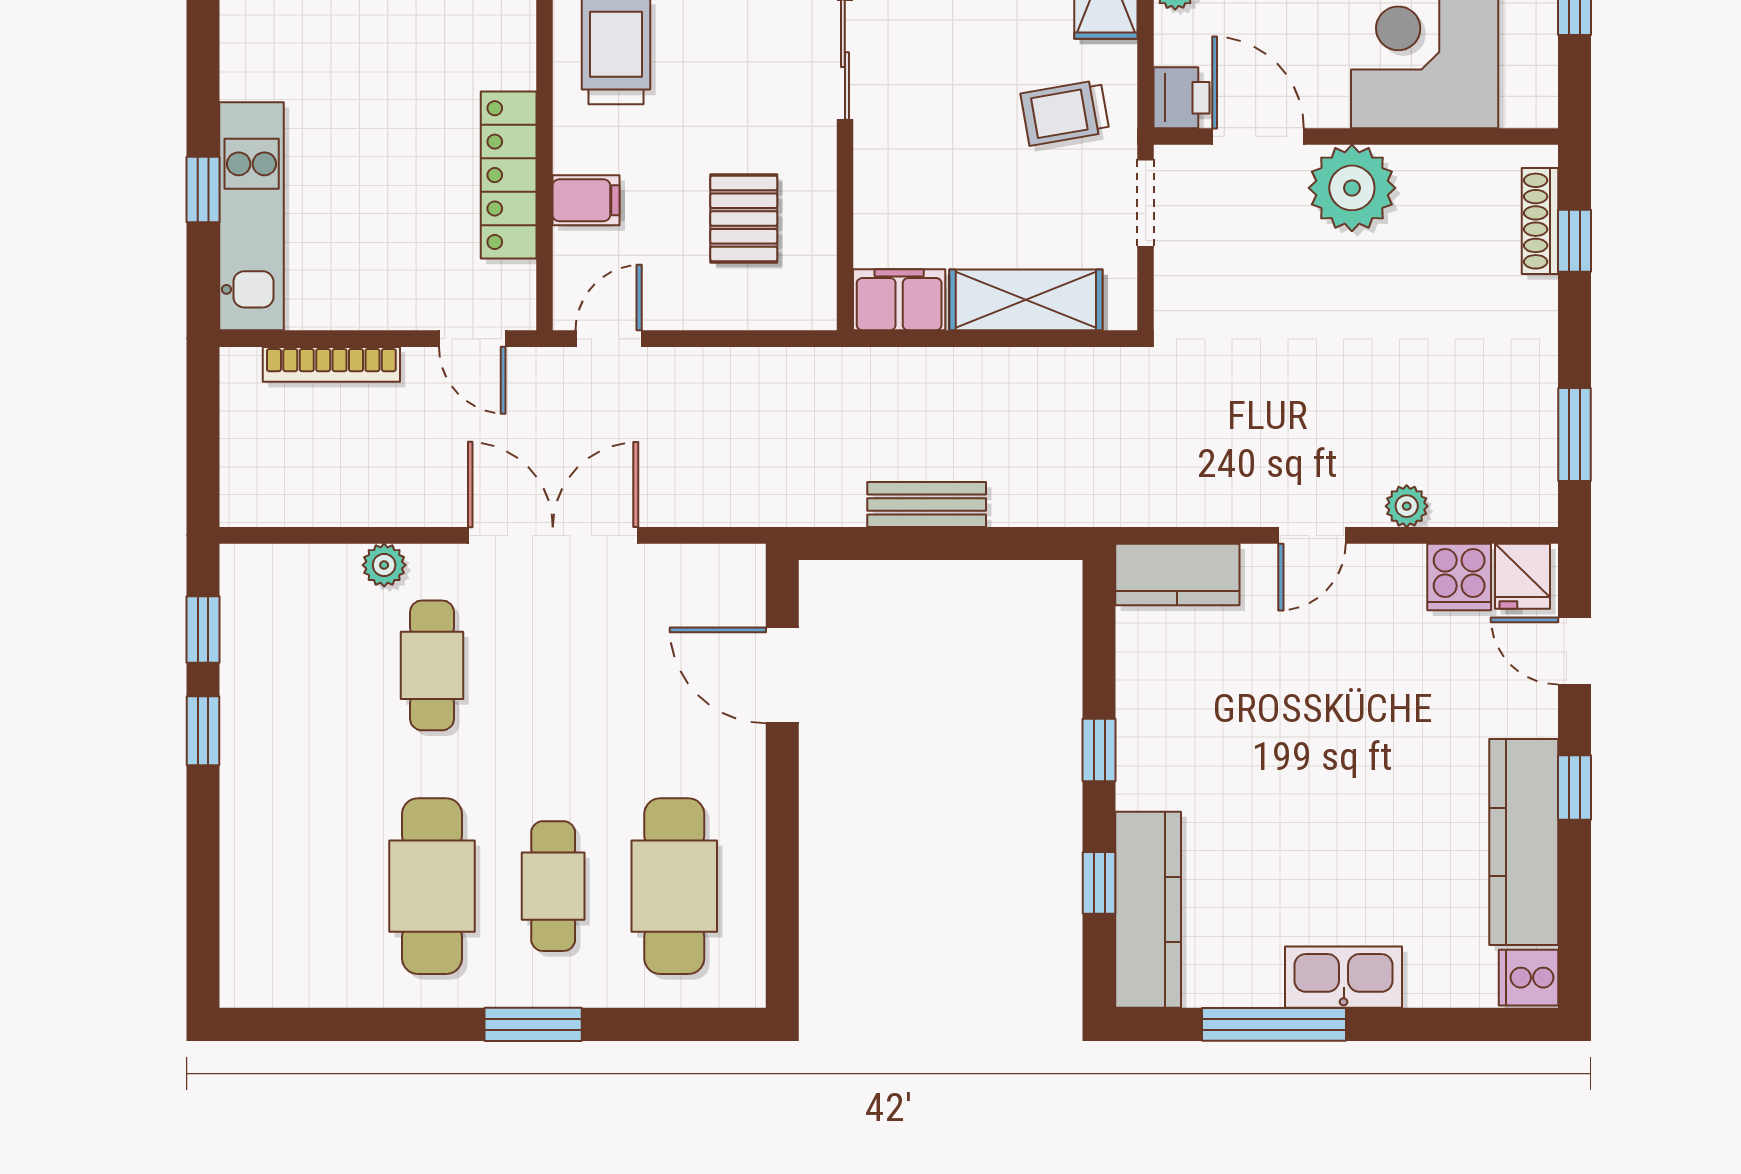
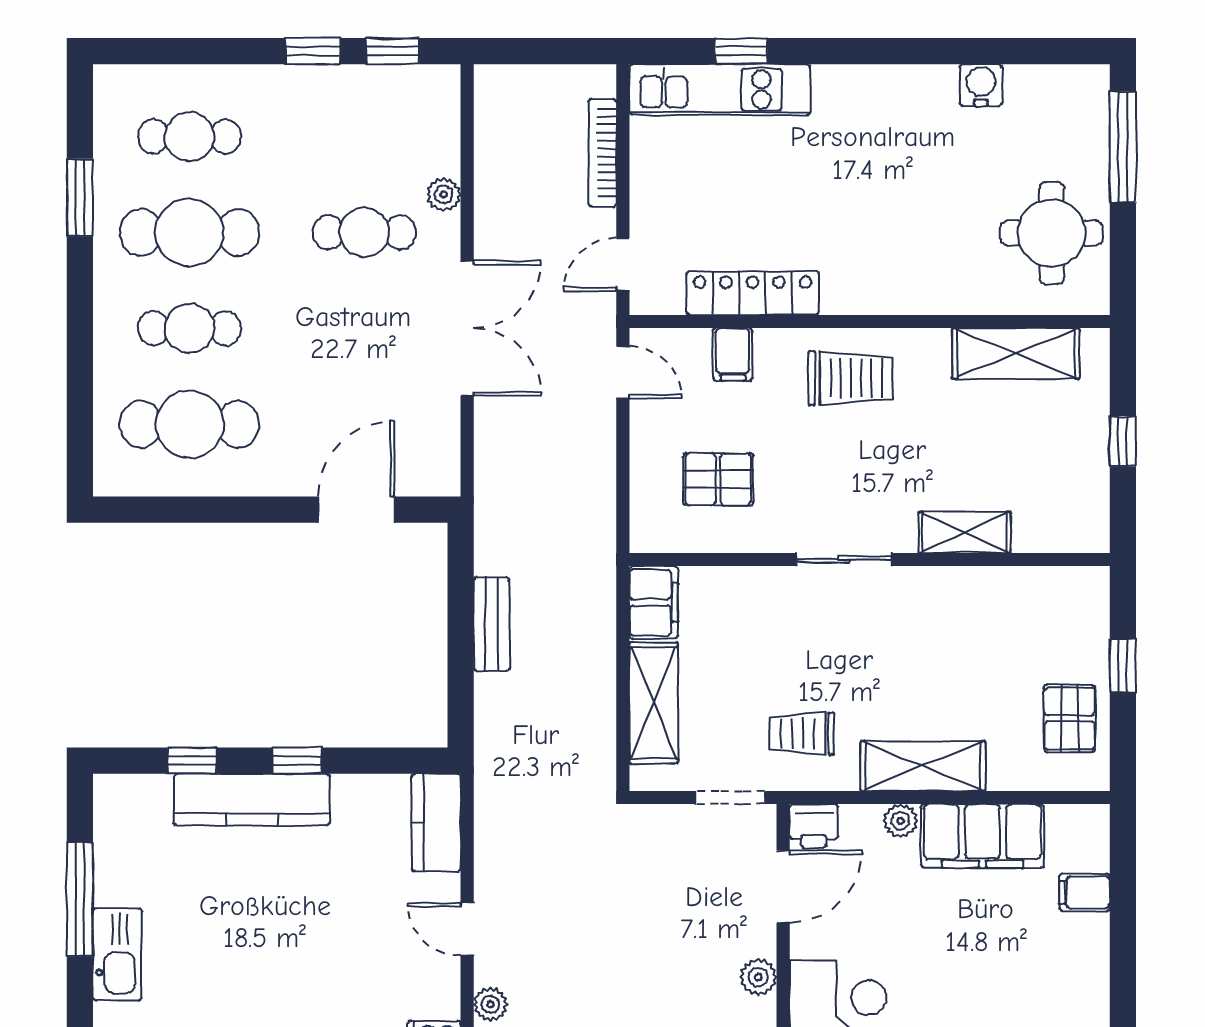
trolley: (1065, 113) -> (802, 734), turned -80
plant: (1352, 188) -> (758, 977), width x0.53, depth x0.53
cafe table: (311, 886) -> (189, 137), added
kitchen counter: (1148, 910) -> (252, 800), moved
window: (533, 1024) -> (80, 197), moved

